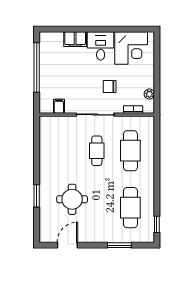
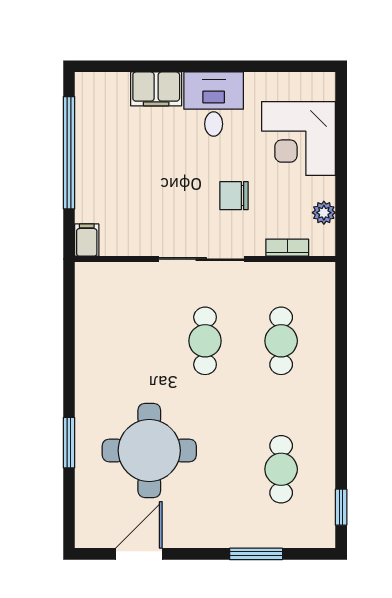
corner desk: (131, 48) -> (298, 138), moved, turned 90
filing cabinet: (59, 106) -> (87, 240), moved
cafe table: (130, 151) -> (281, 341), width x0.73, depth x0.74
round table: (72, 199) -> (149, 450), width x1.36, depth x1.36
cafe table: (130, 208) -> (281, 469), width x0.73, depth x0.74

